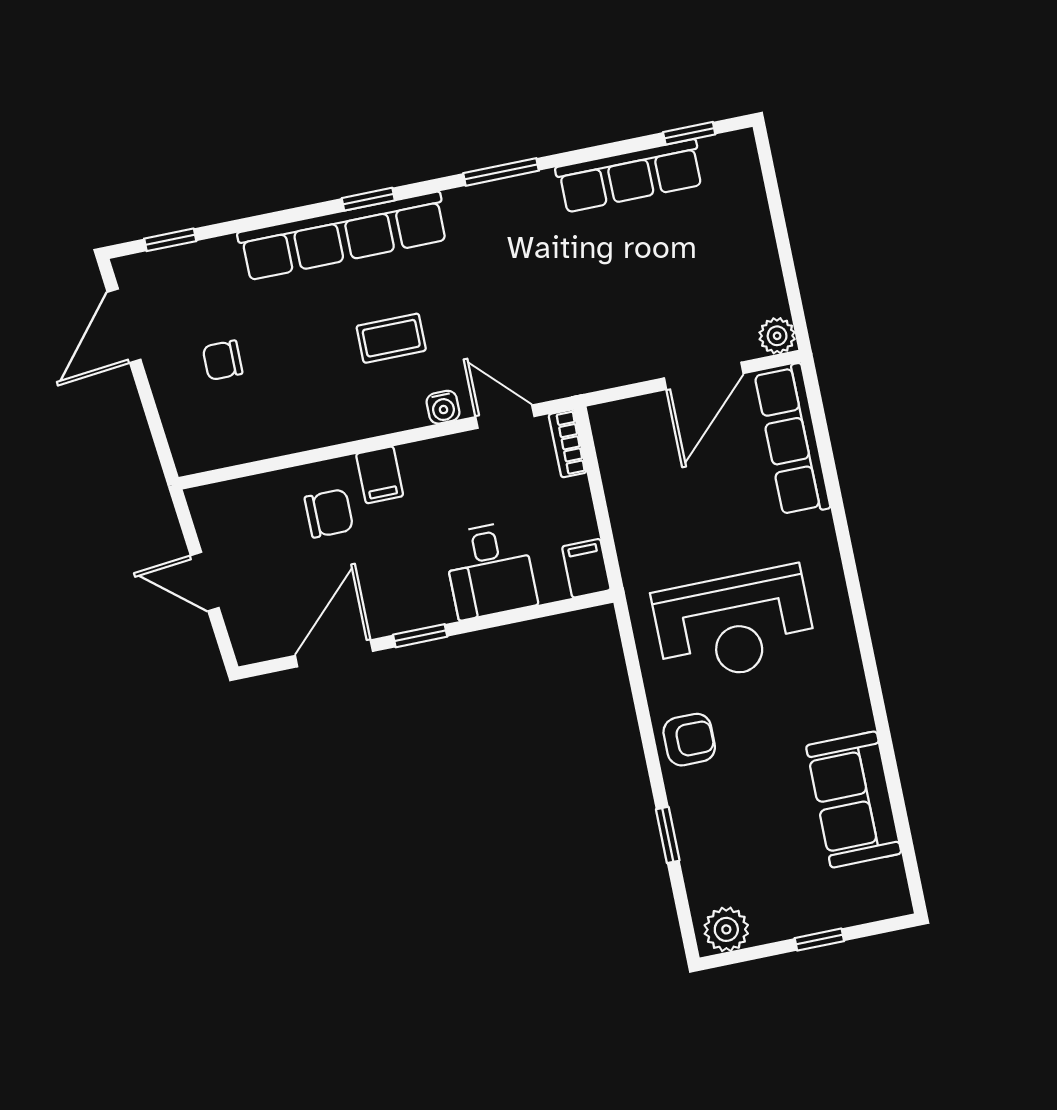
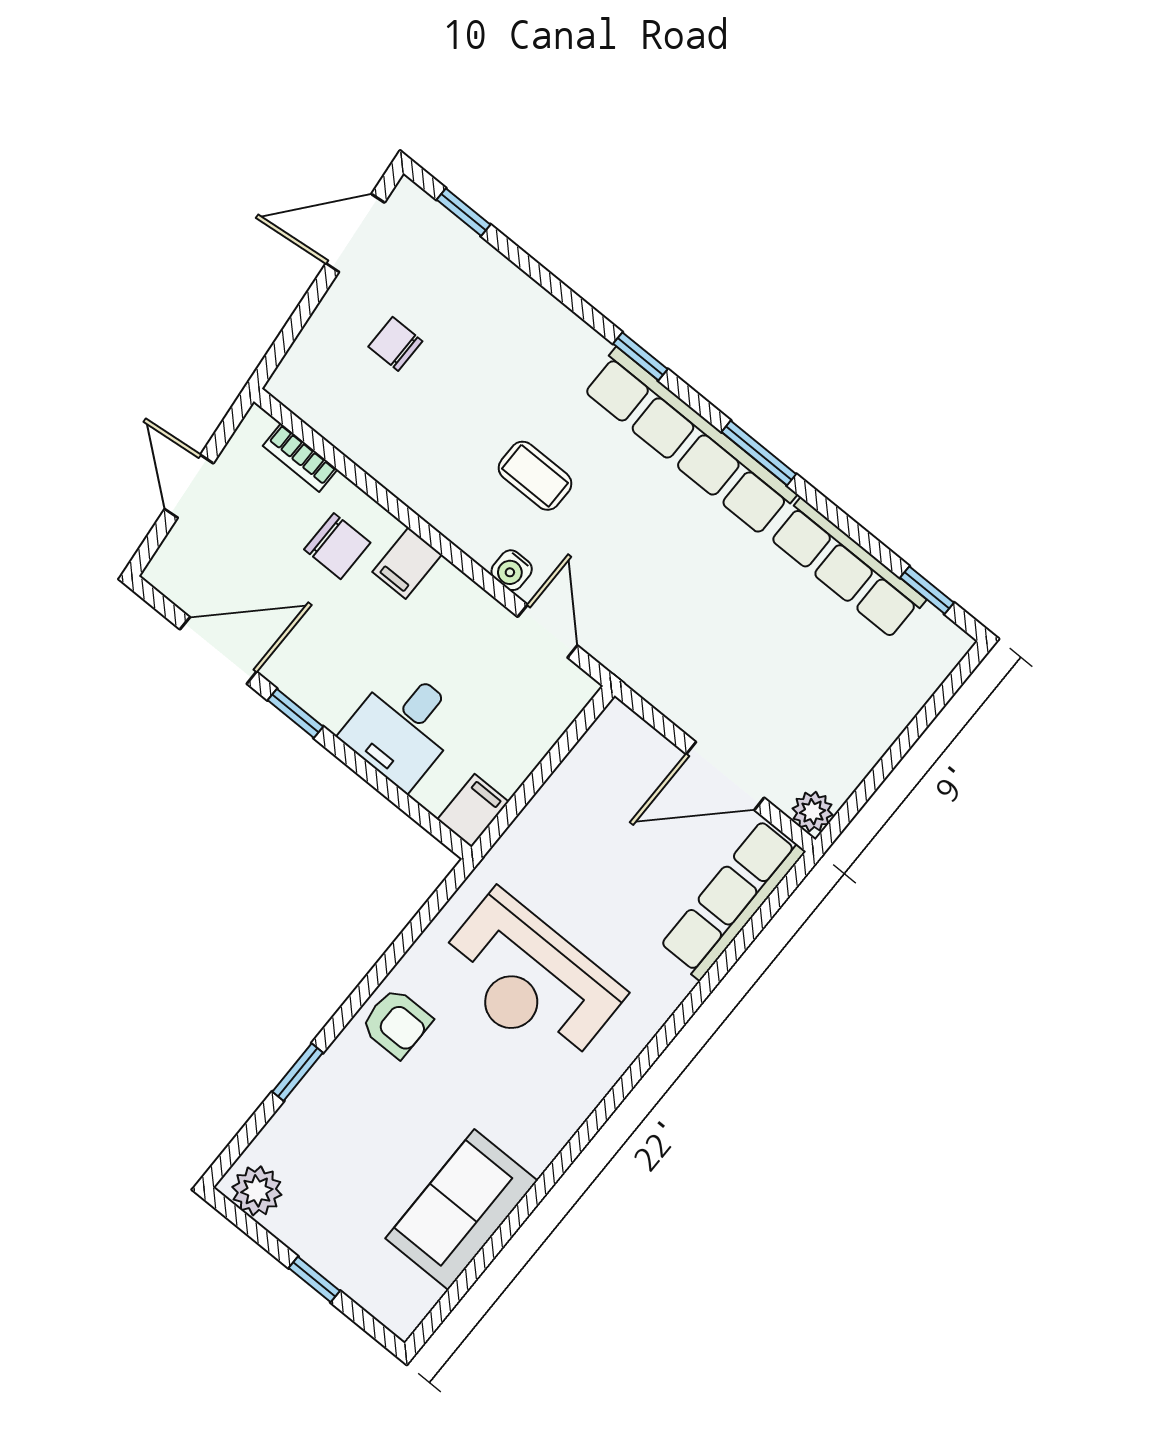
row of seats: (343, 236) -> (690, 442), moved
bookcase: (568, 443) -> (300, 458), moved, turned -90

